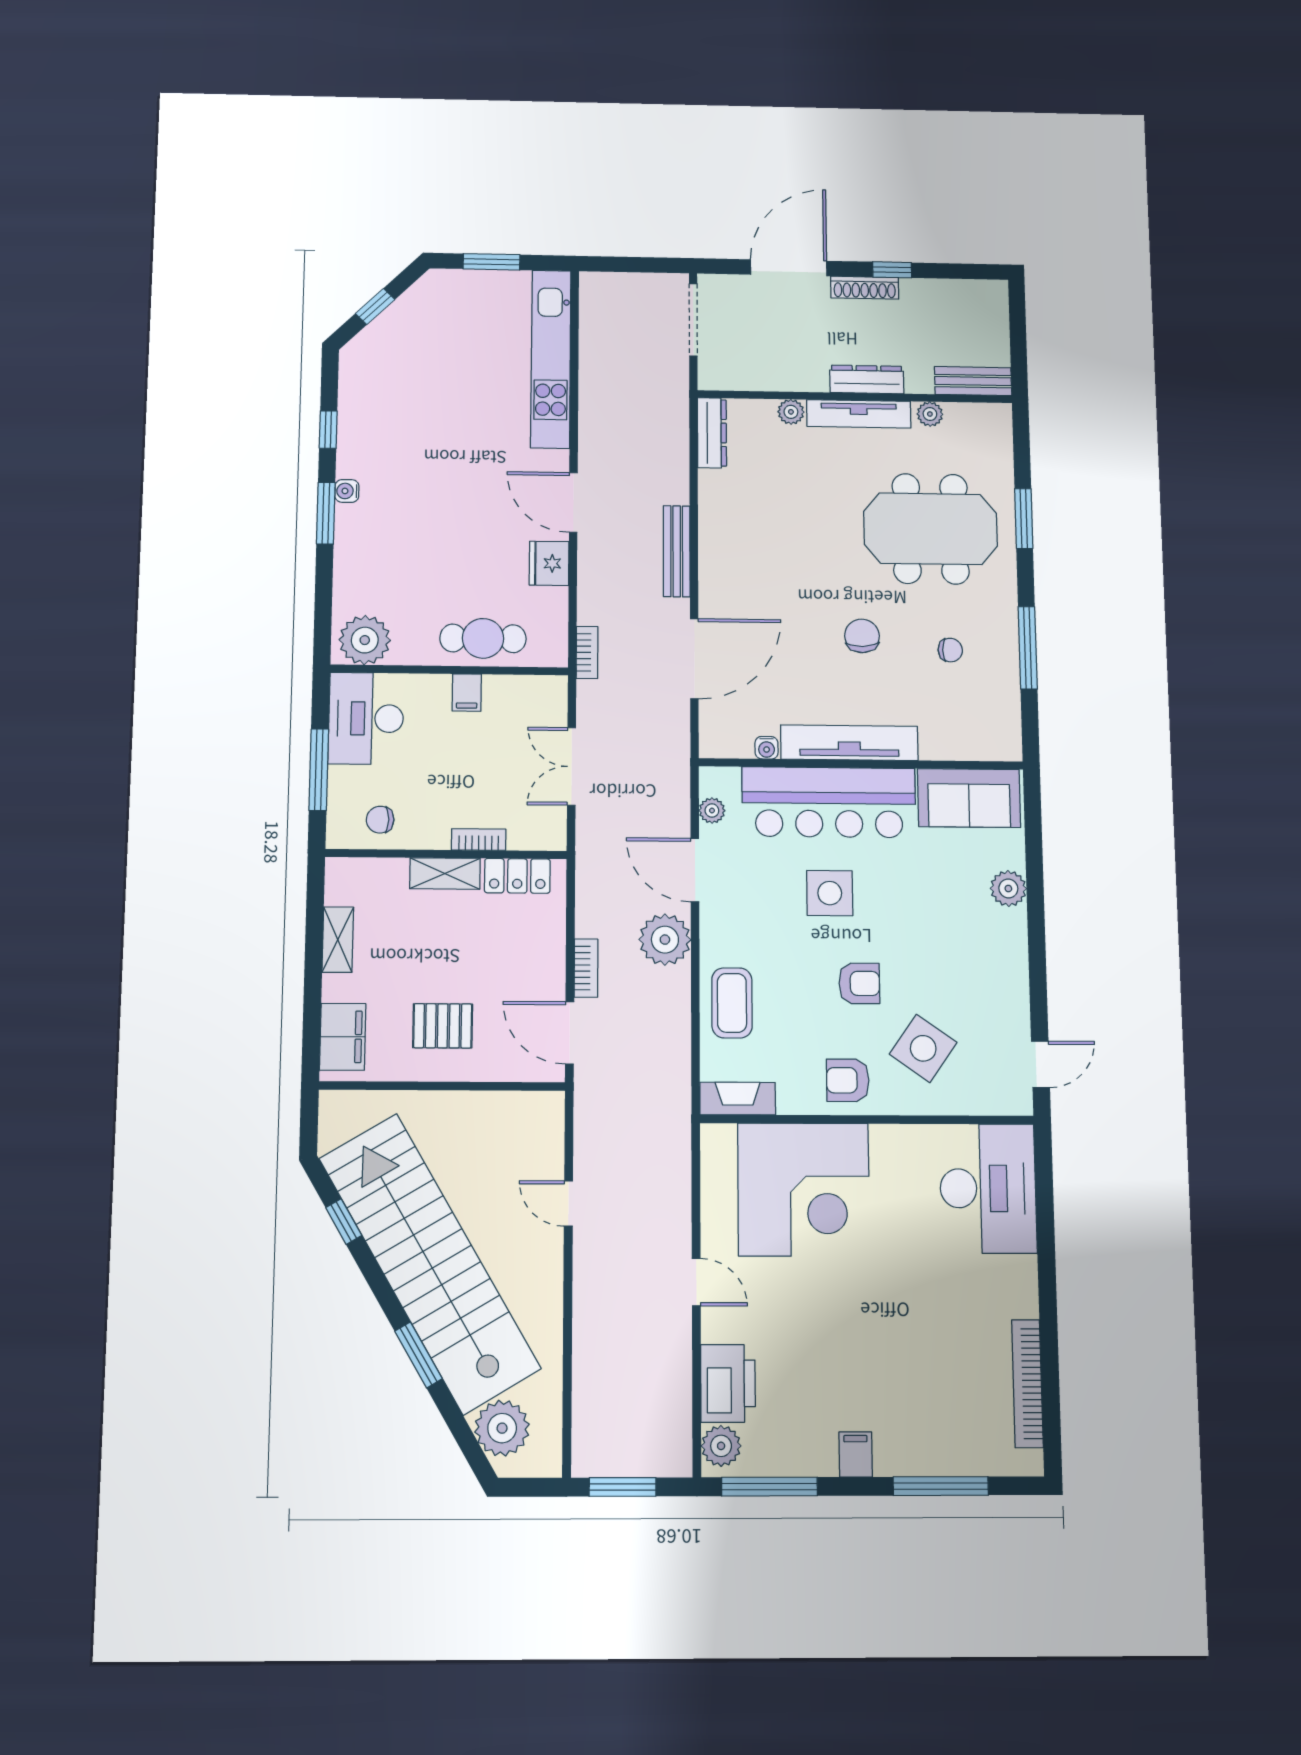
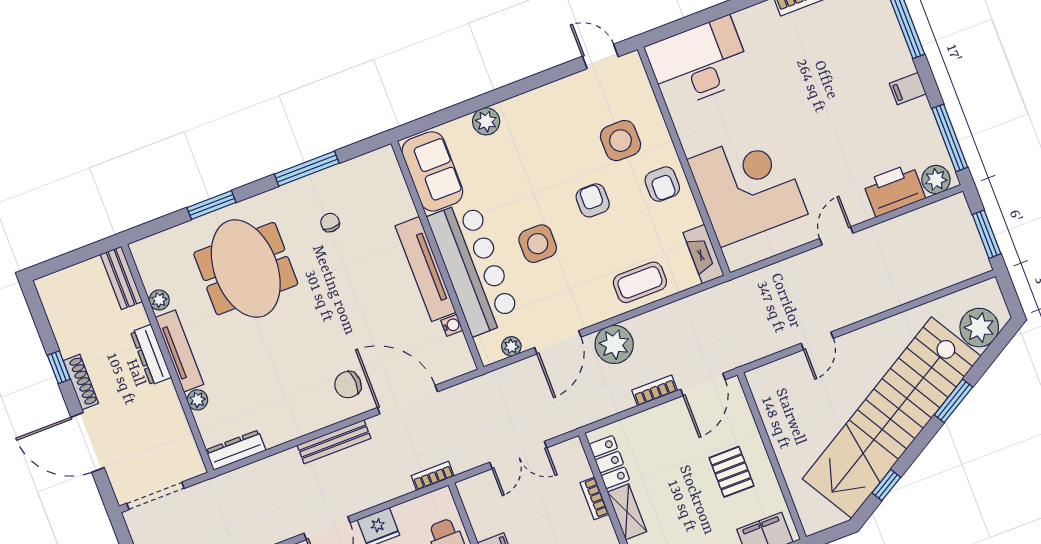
chair: (862, 636) -> (348, 385), moved
side table: (923, 1048) -> (620, 141), turned -35

